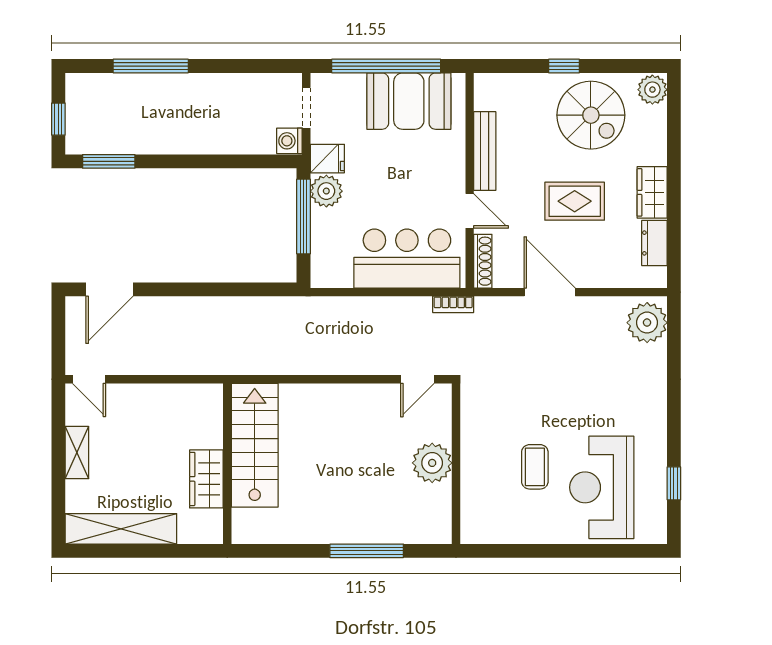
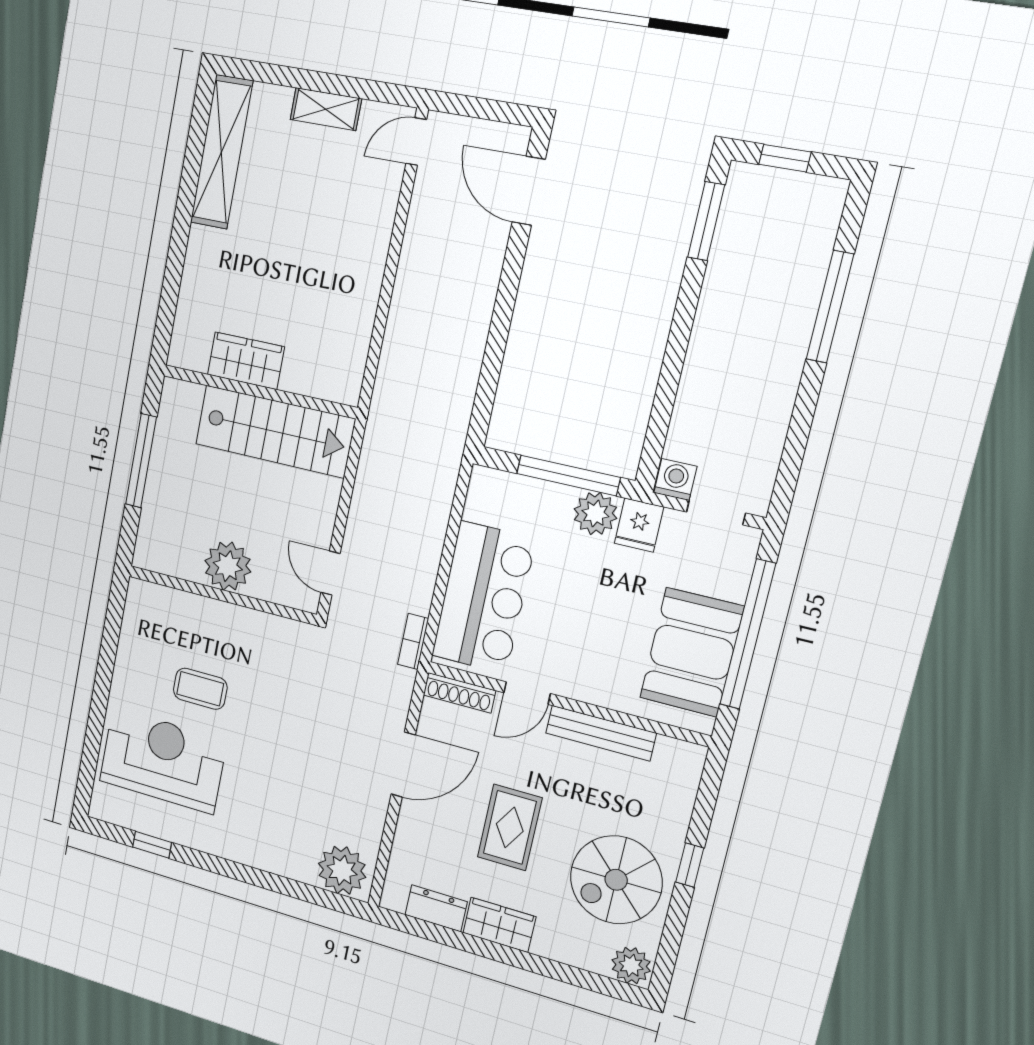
stairs: (255, 445) -> (275, 431), moved
wall: (227, 464) -> (259, 391), moved
wardrobe: (206, 479) -> (246, 361), moved

